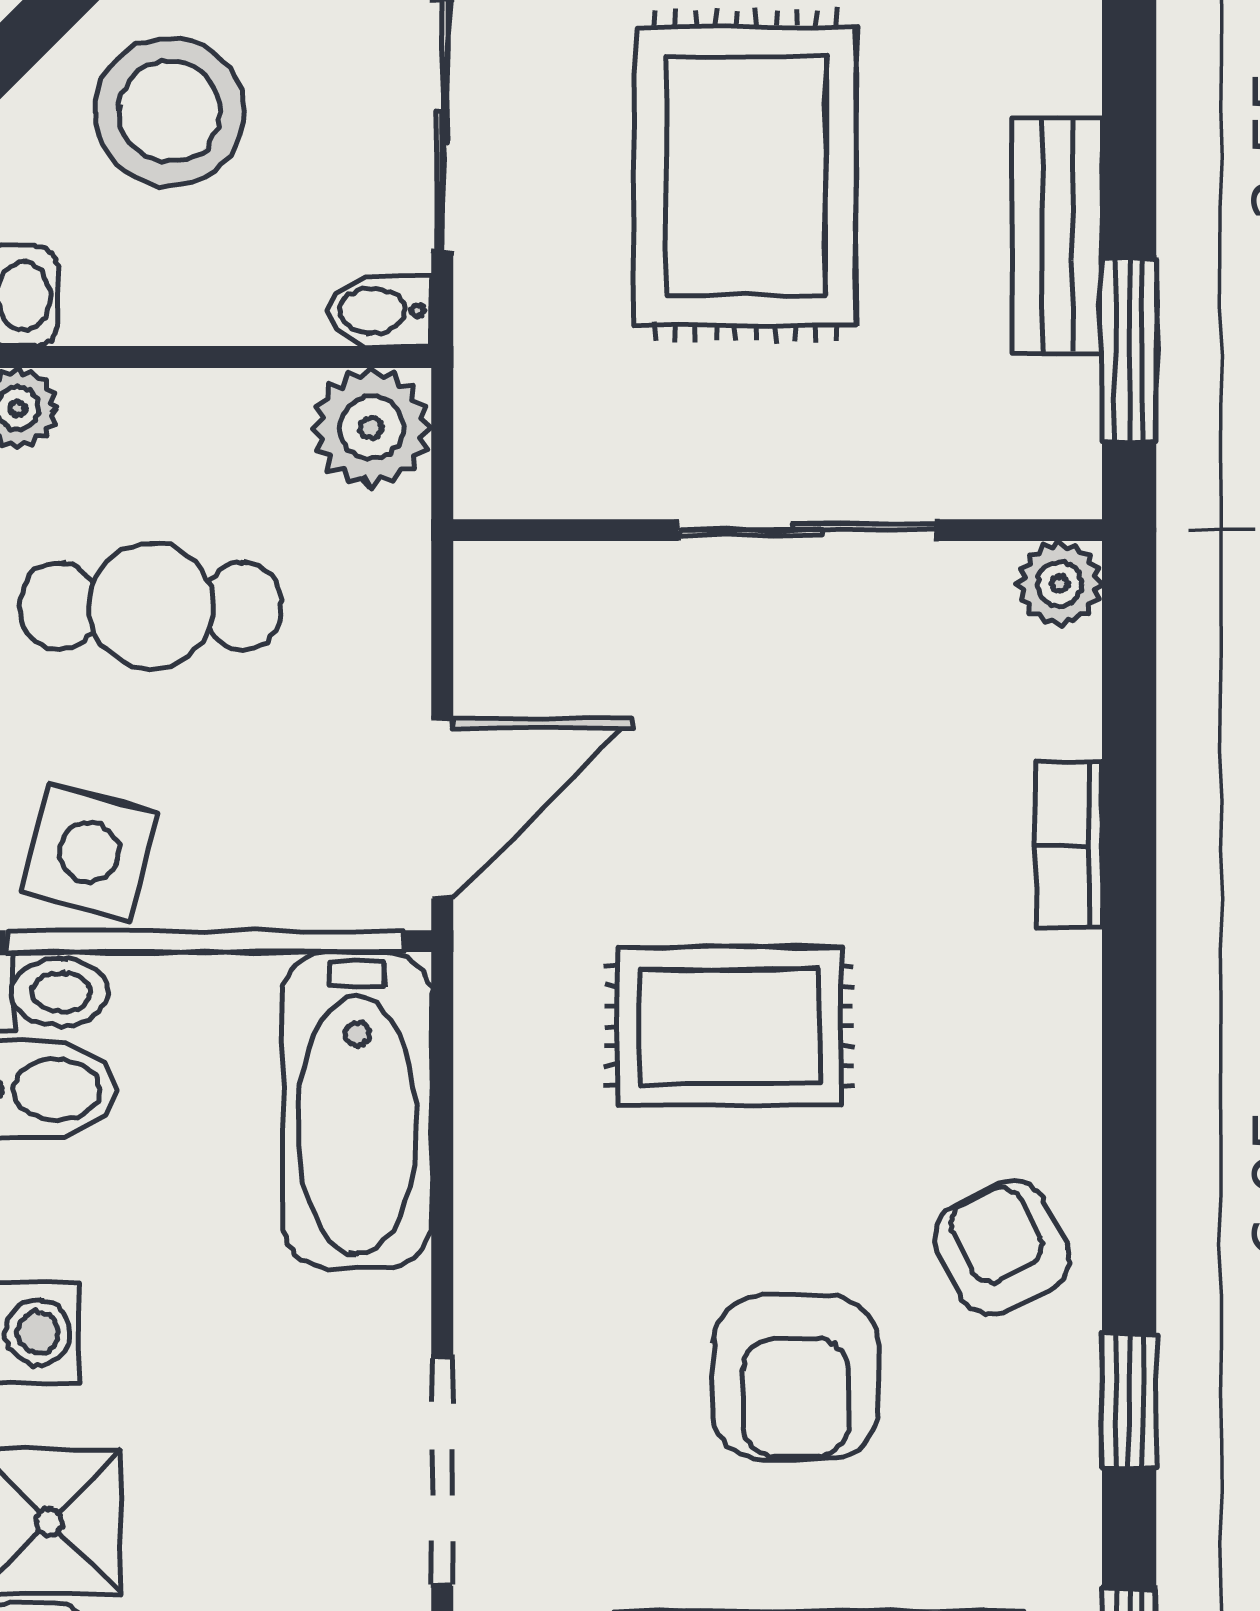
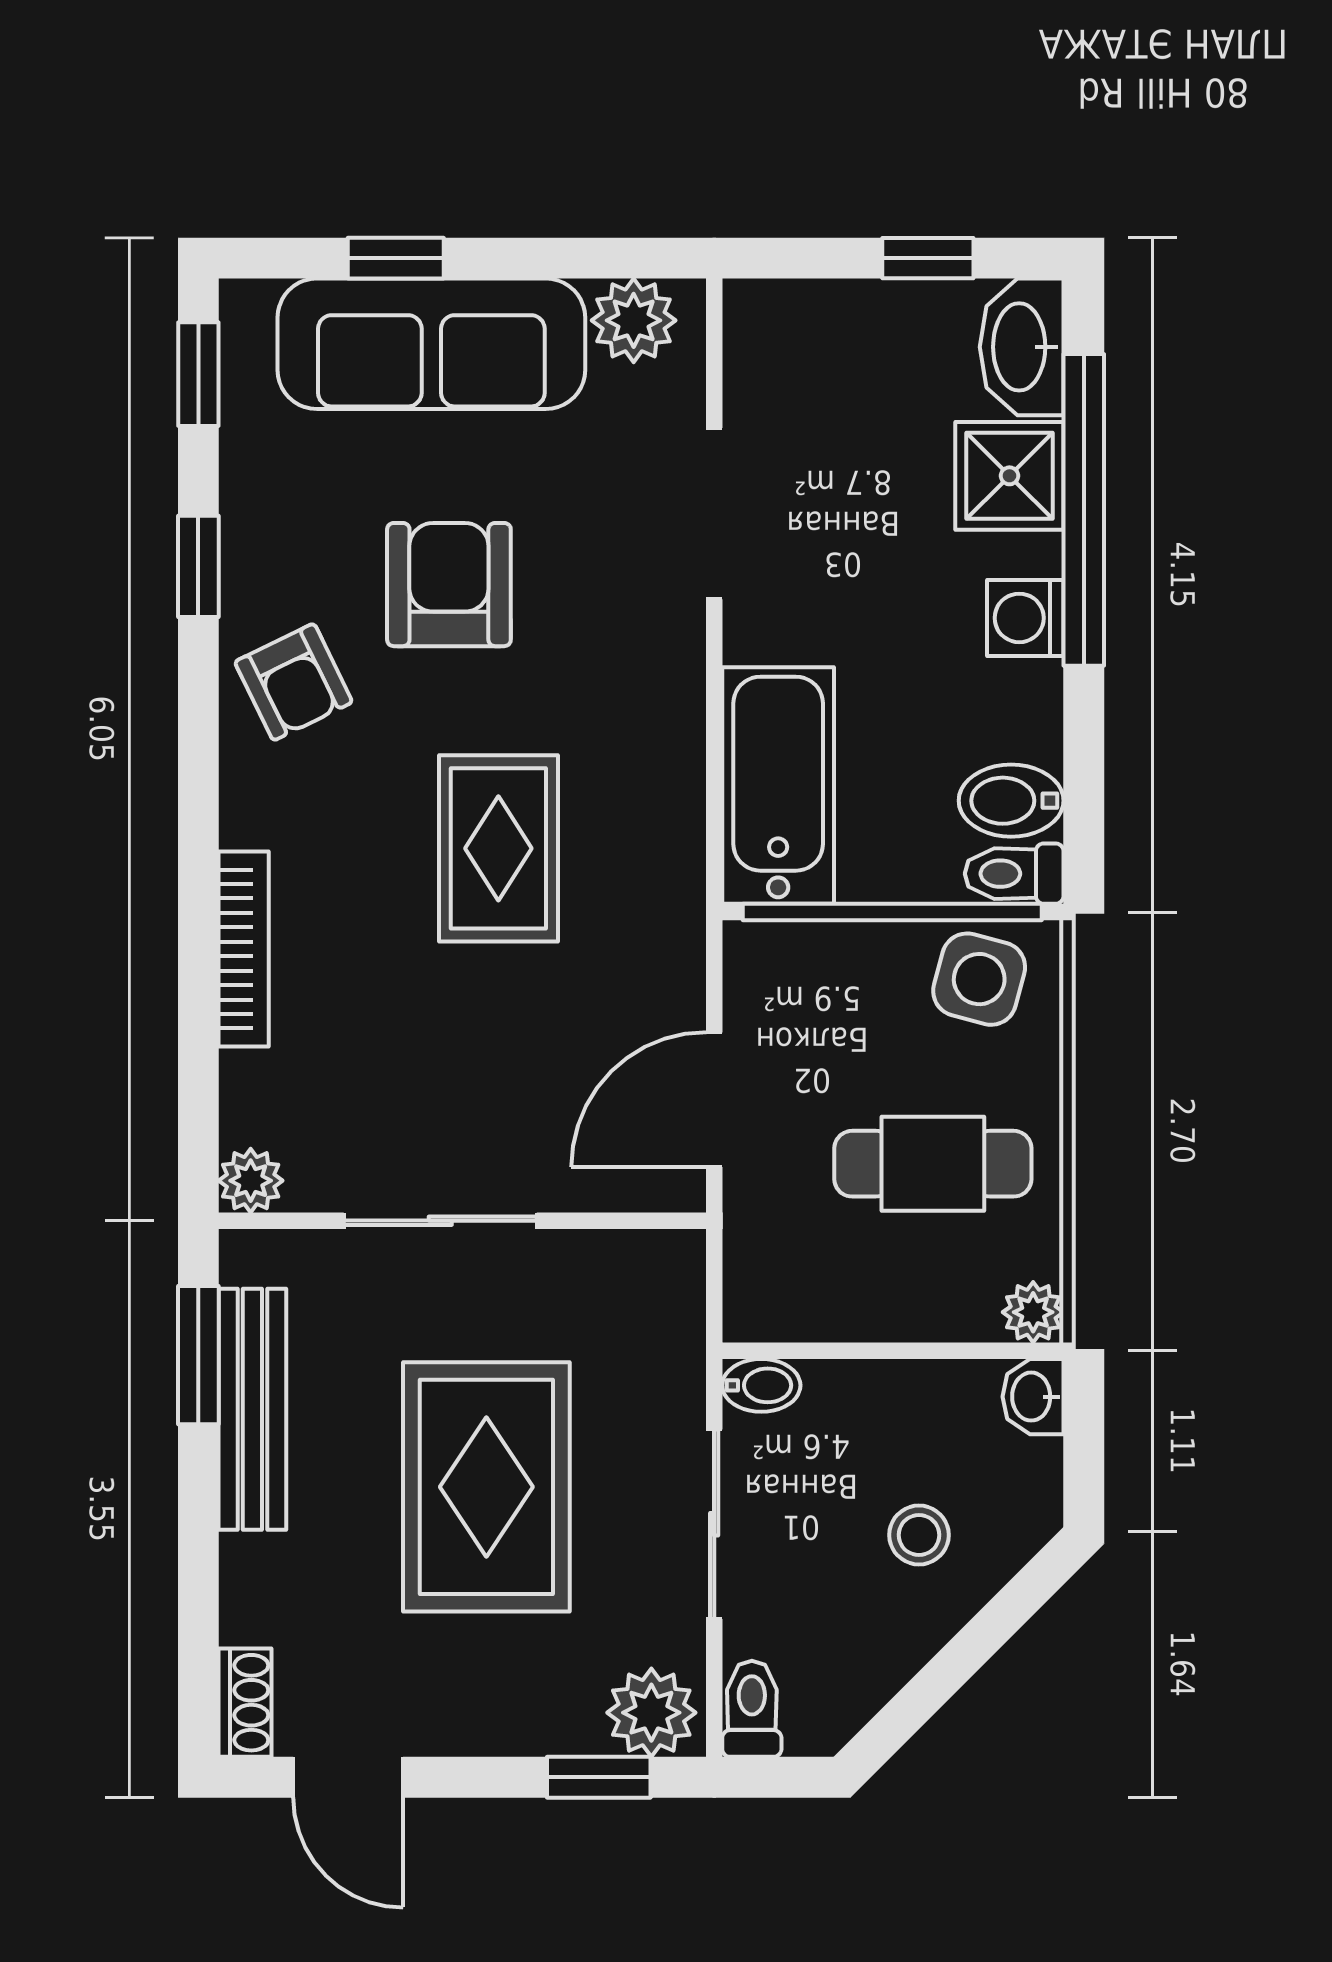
stool: (169, 112) -> (919, 1535), width x0.53, depth x0.53
bench: (1057, 236) -> (252, 1409), width x1.36
plant: (371, 428) -> (767, 1298), removed
door: (442, 809) -> (714, 1100), moved
bookcase: (1069, 845) -> (244, 949), width x1.56
rug: (730, 1026) -> (498, 848), turned 90

